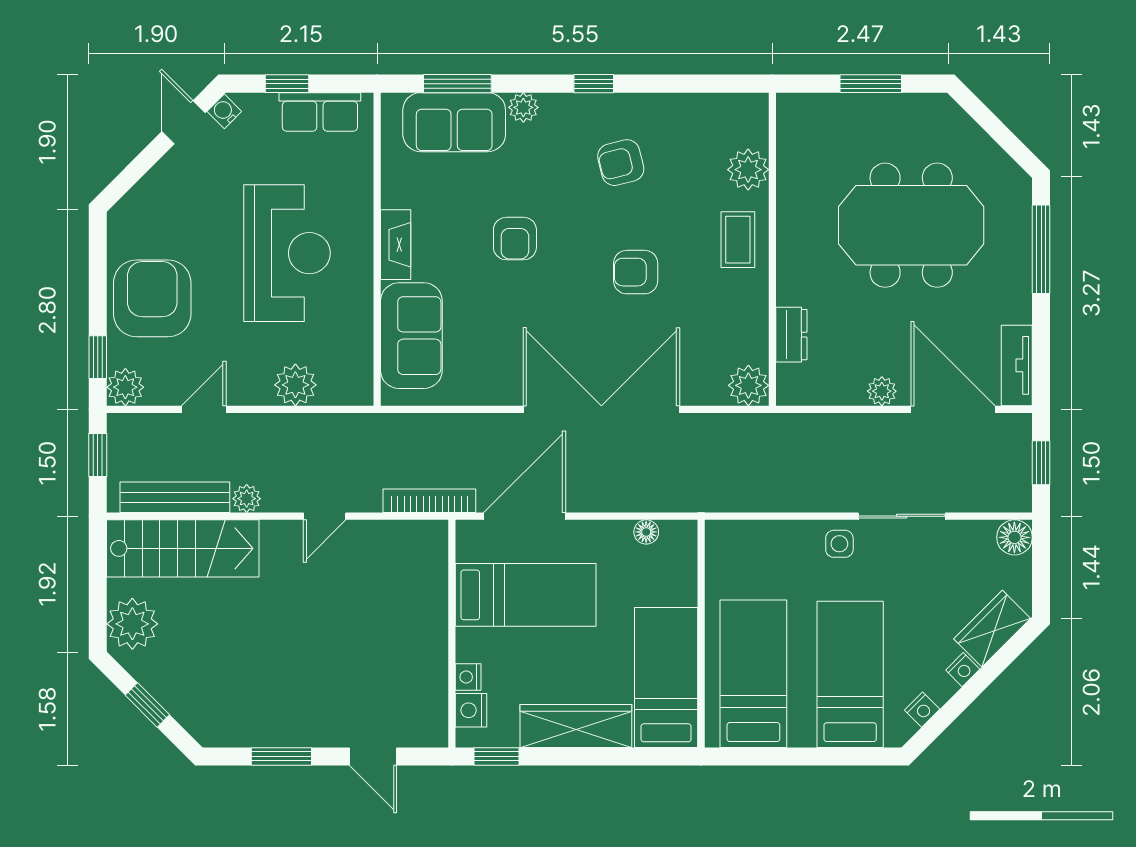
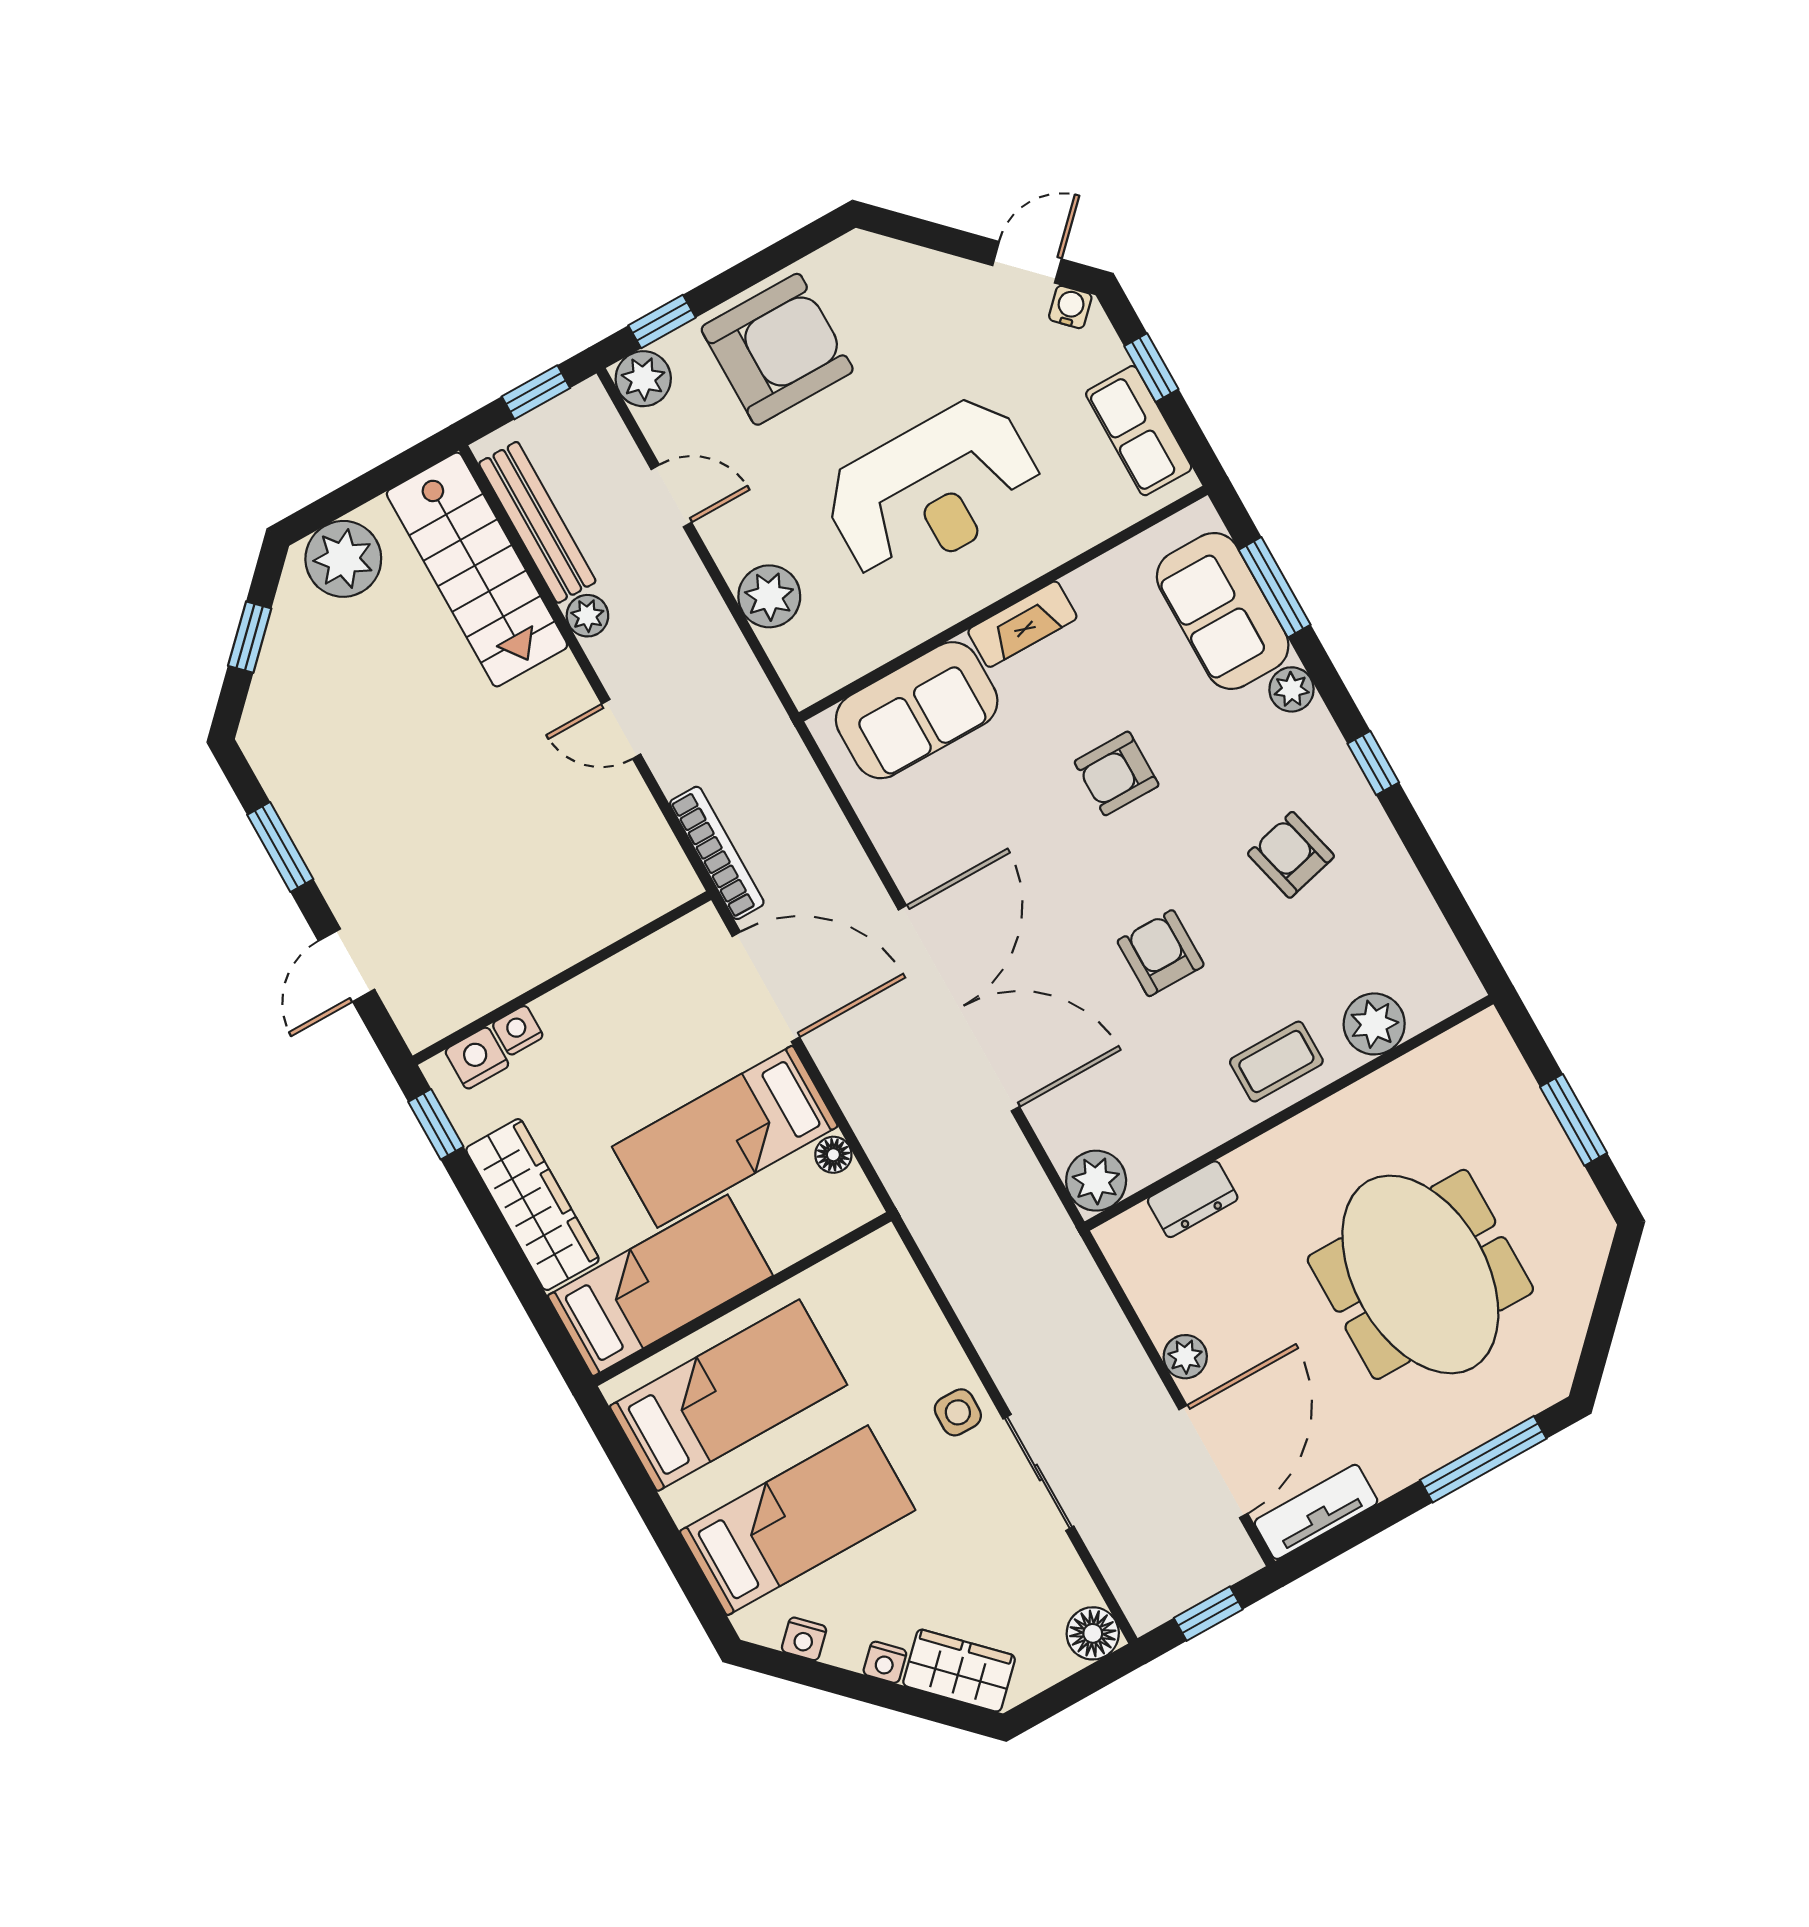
bed: (526, 595) -> (725, 1137), moved, turned 90

